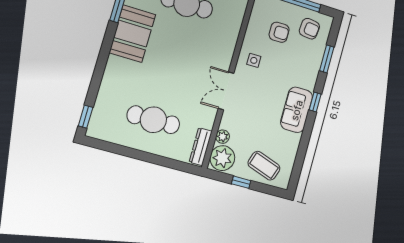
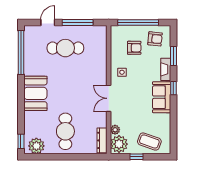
booth: (132, 34) -> (35, 93), moved
fireplace: (312, 74) -> (166, 69), added
cafe table: (153, 120) -> (65, 131), turned 90
plant: (106, 129) -> (36, 146), added

